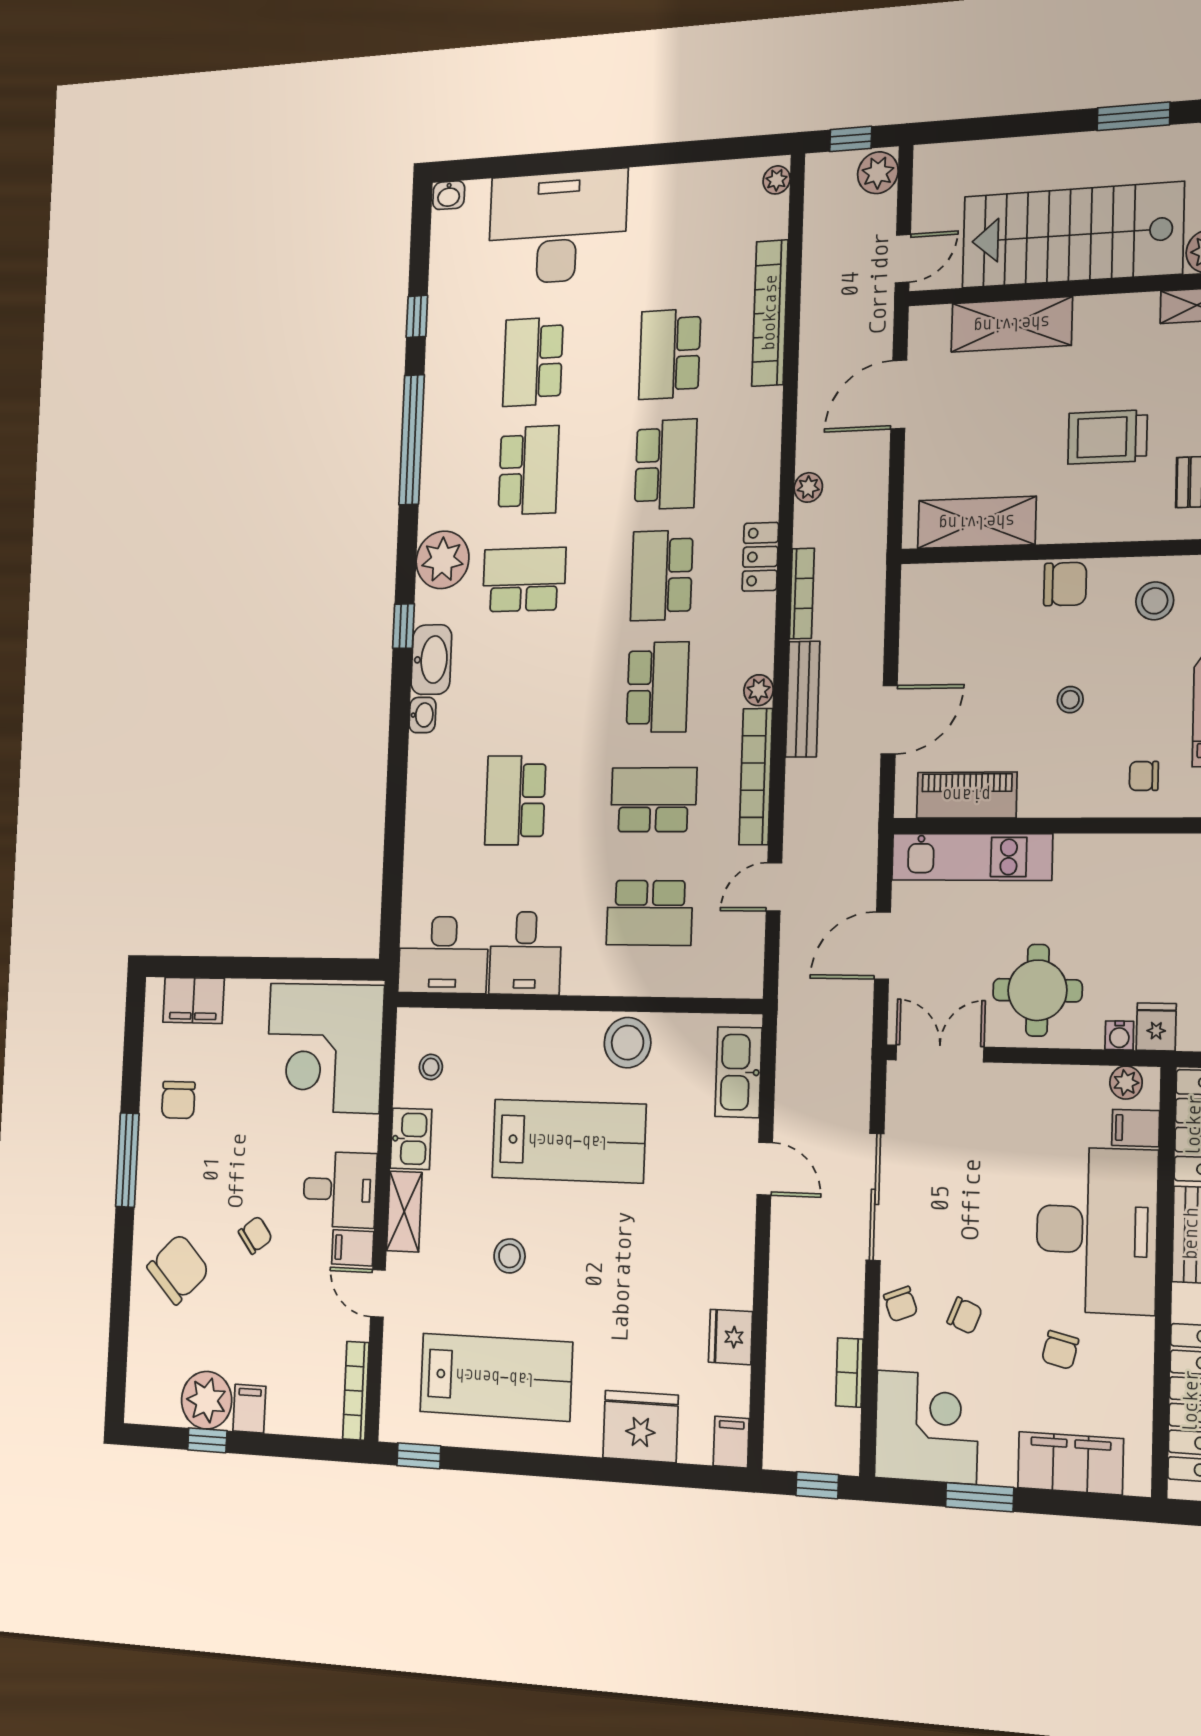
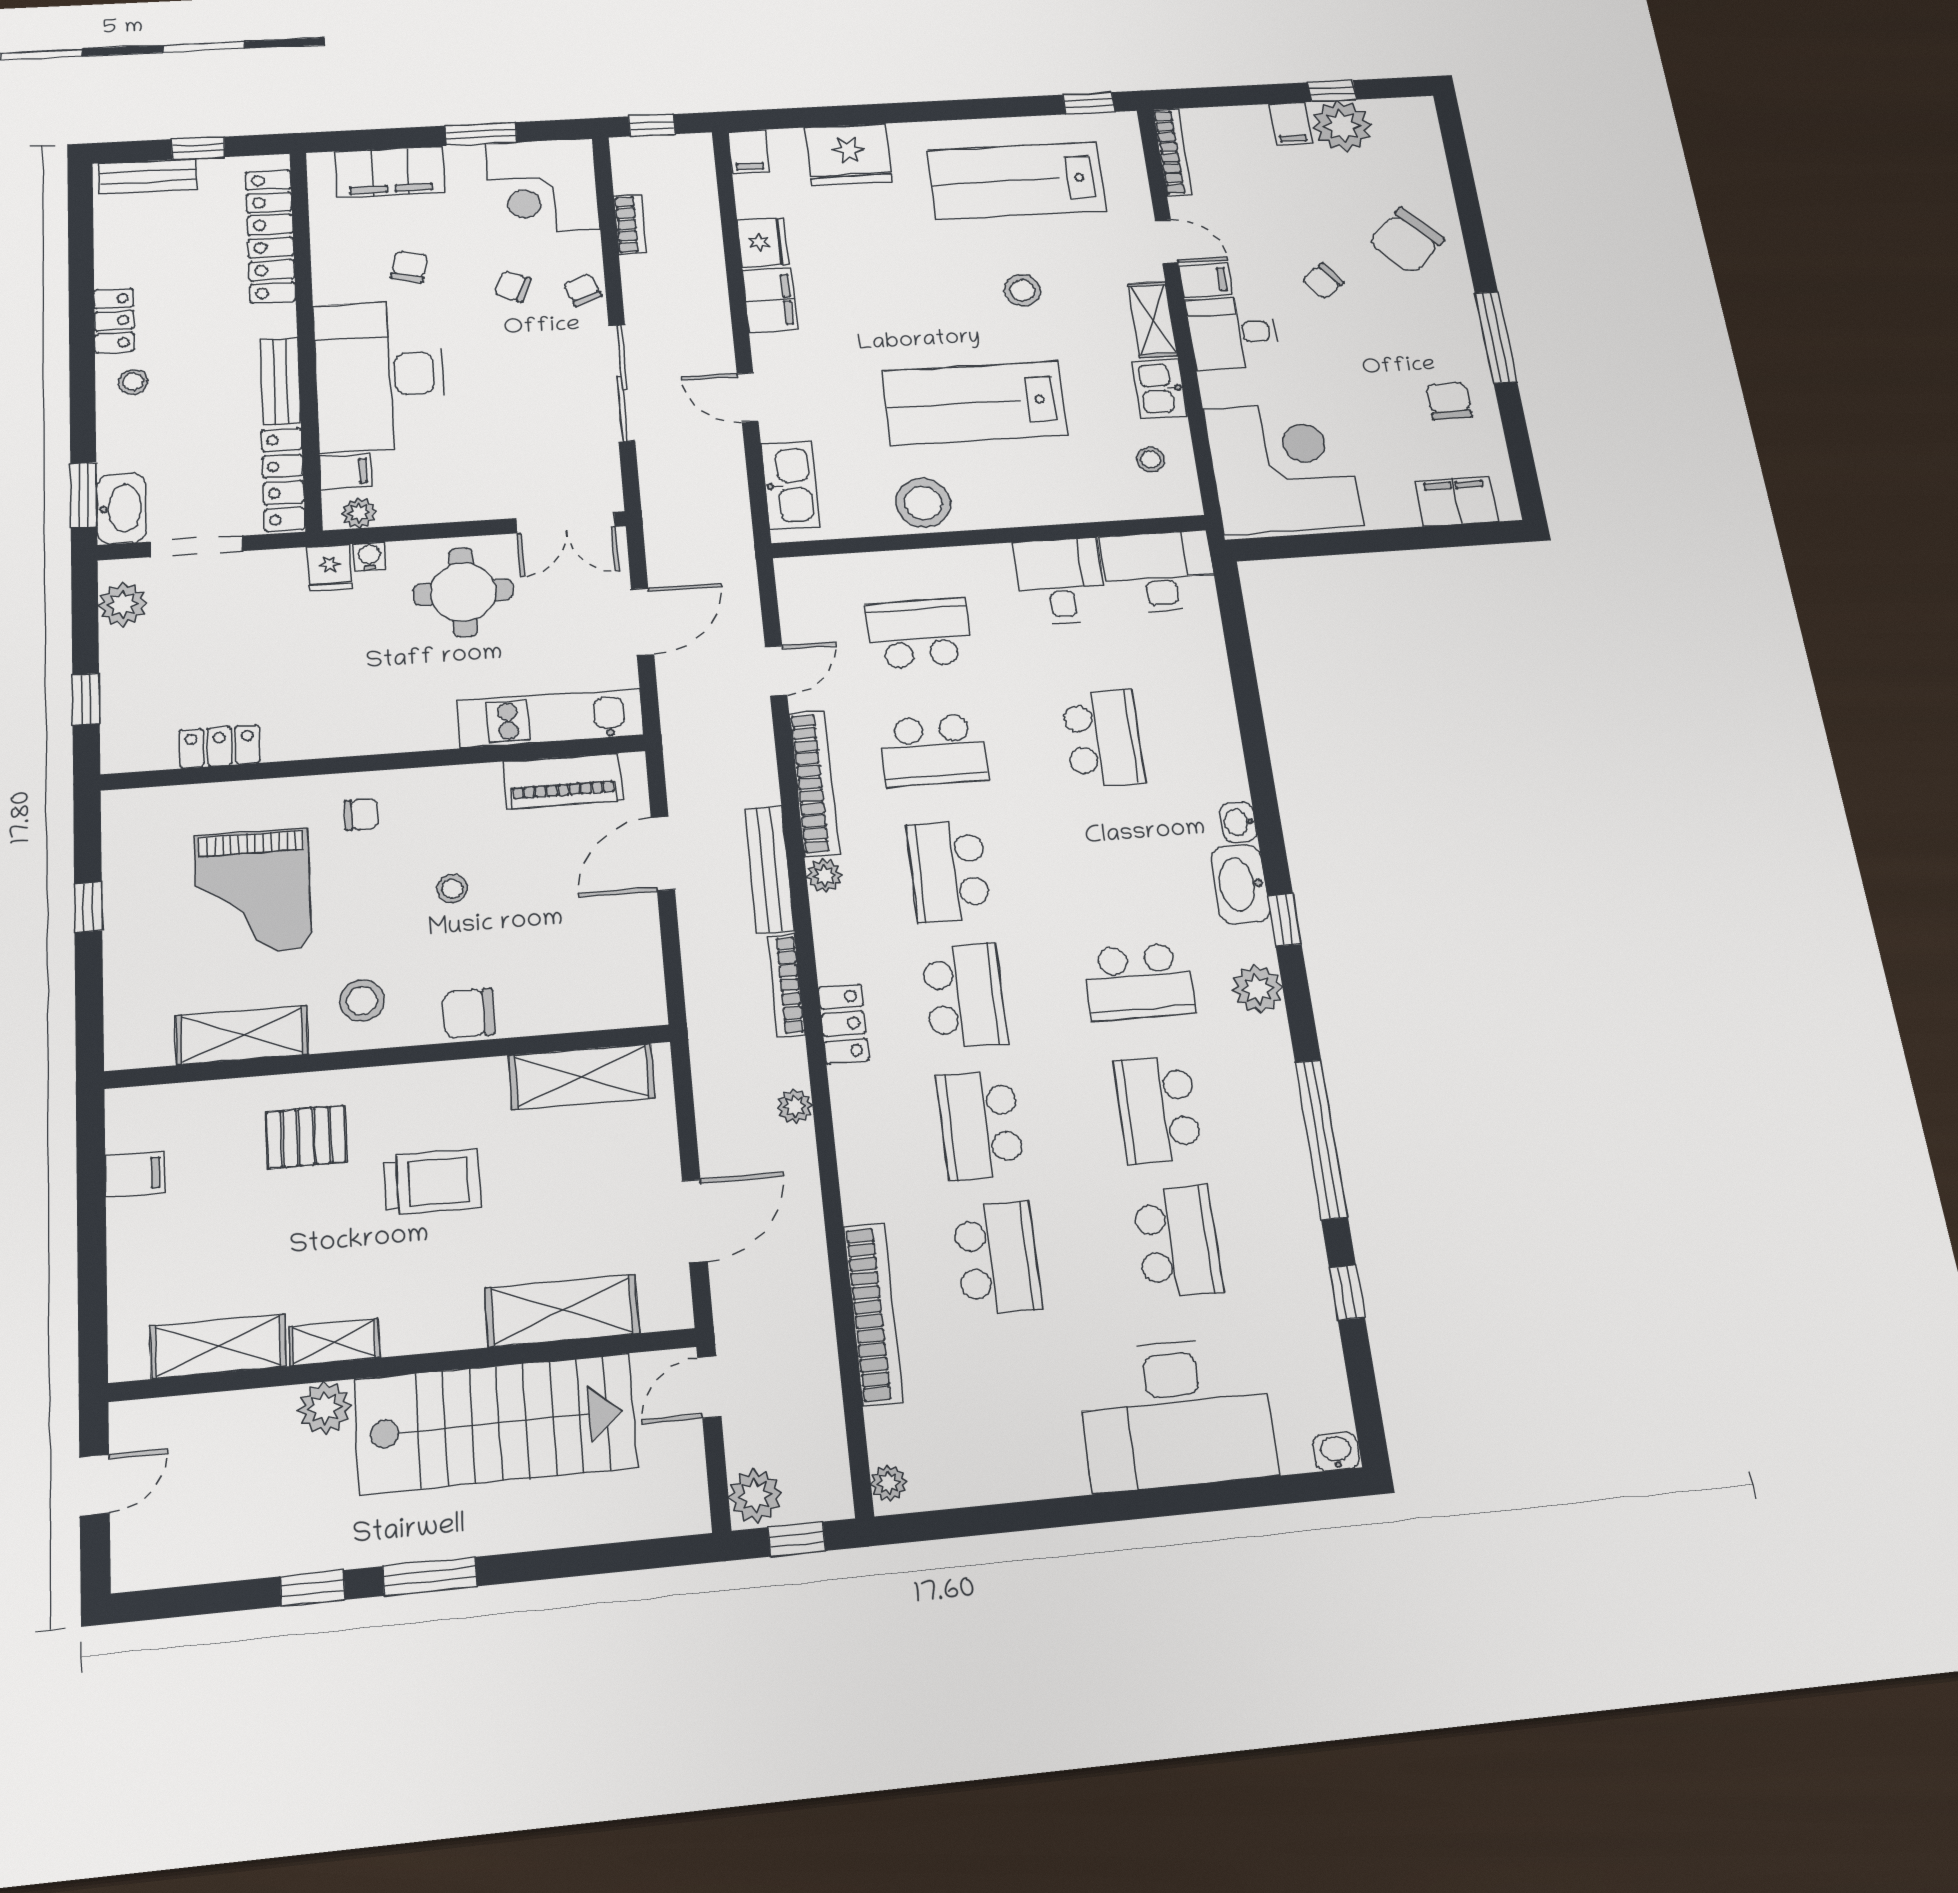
plant: (443, 560) -> (1257, 989), width x0.73, depth x0.73
filing cabinet: (732, 1272) -> (770, 300), added

